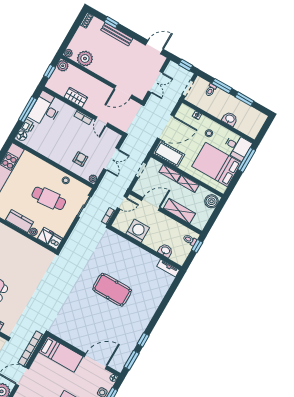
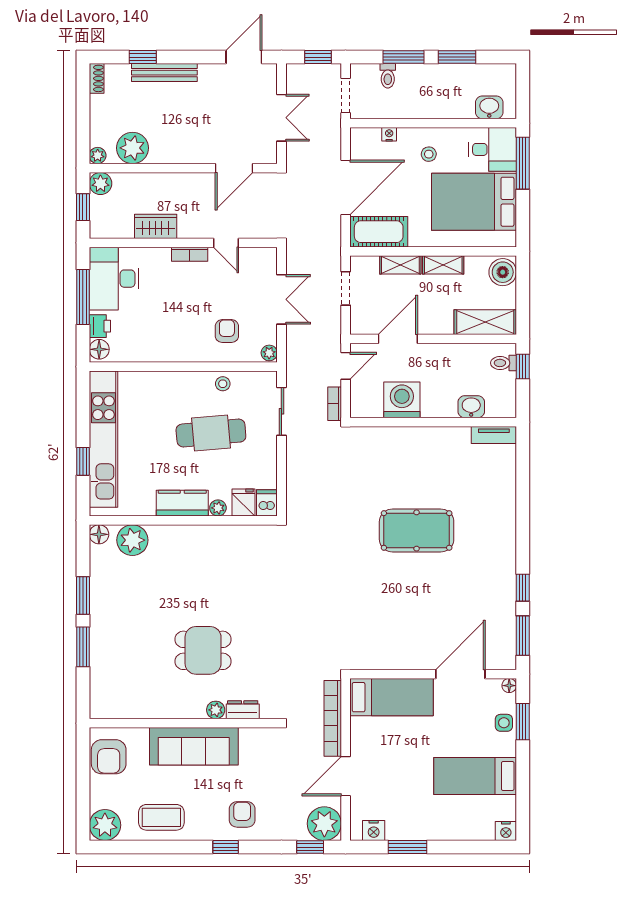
washbasin: (230, 119) -> (489, 107), moved
shelving: (179, 211) -> (485, 322), moved

